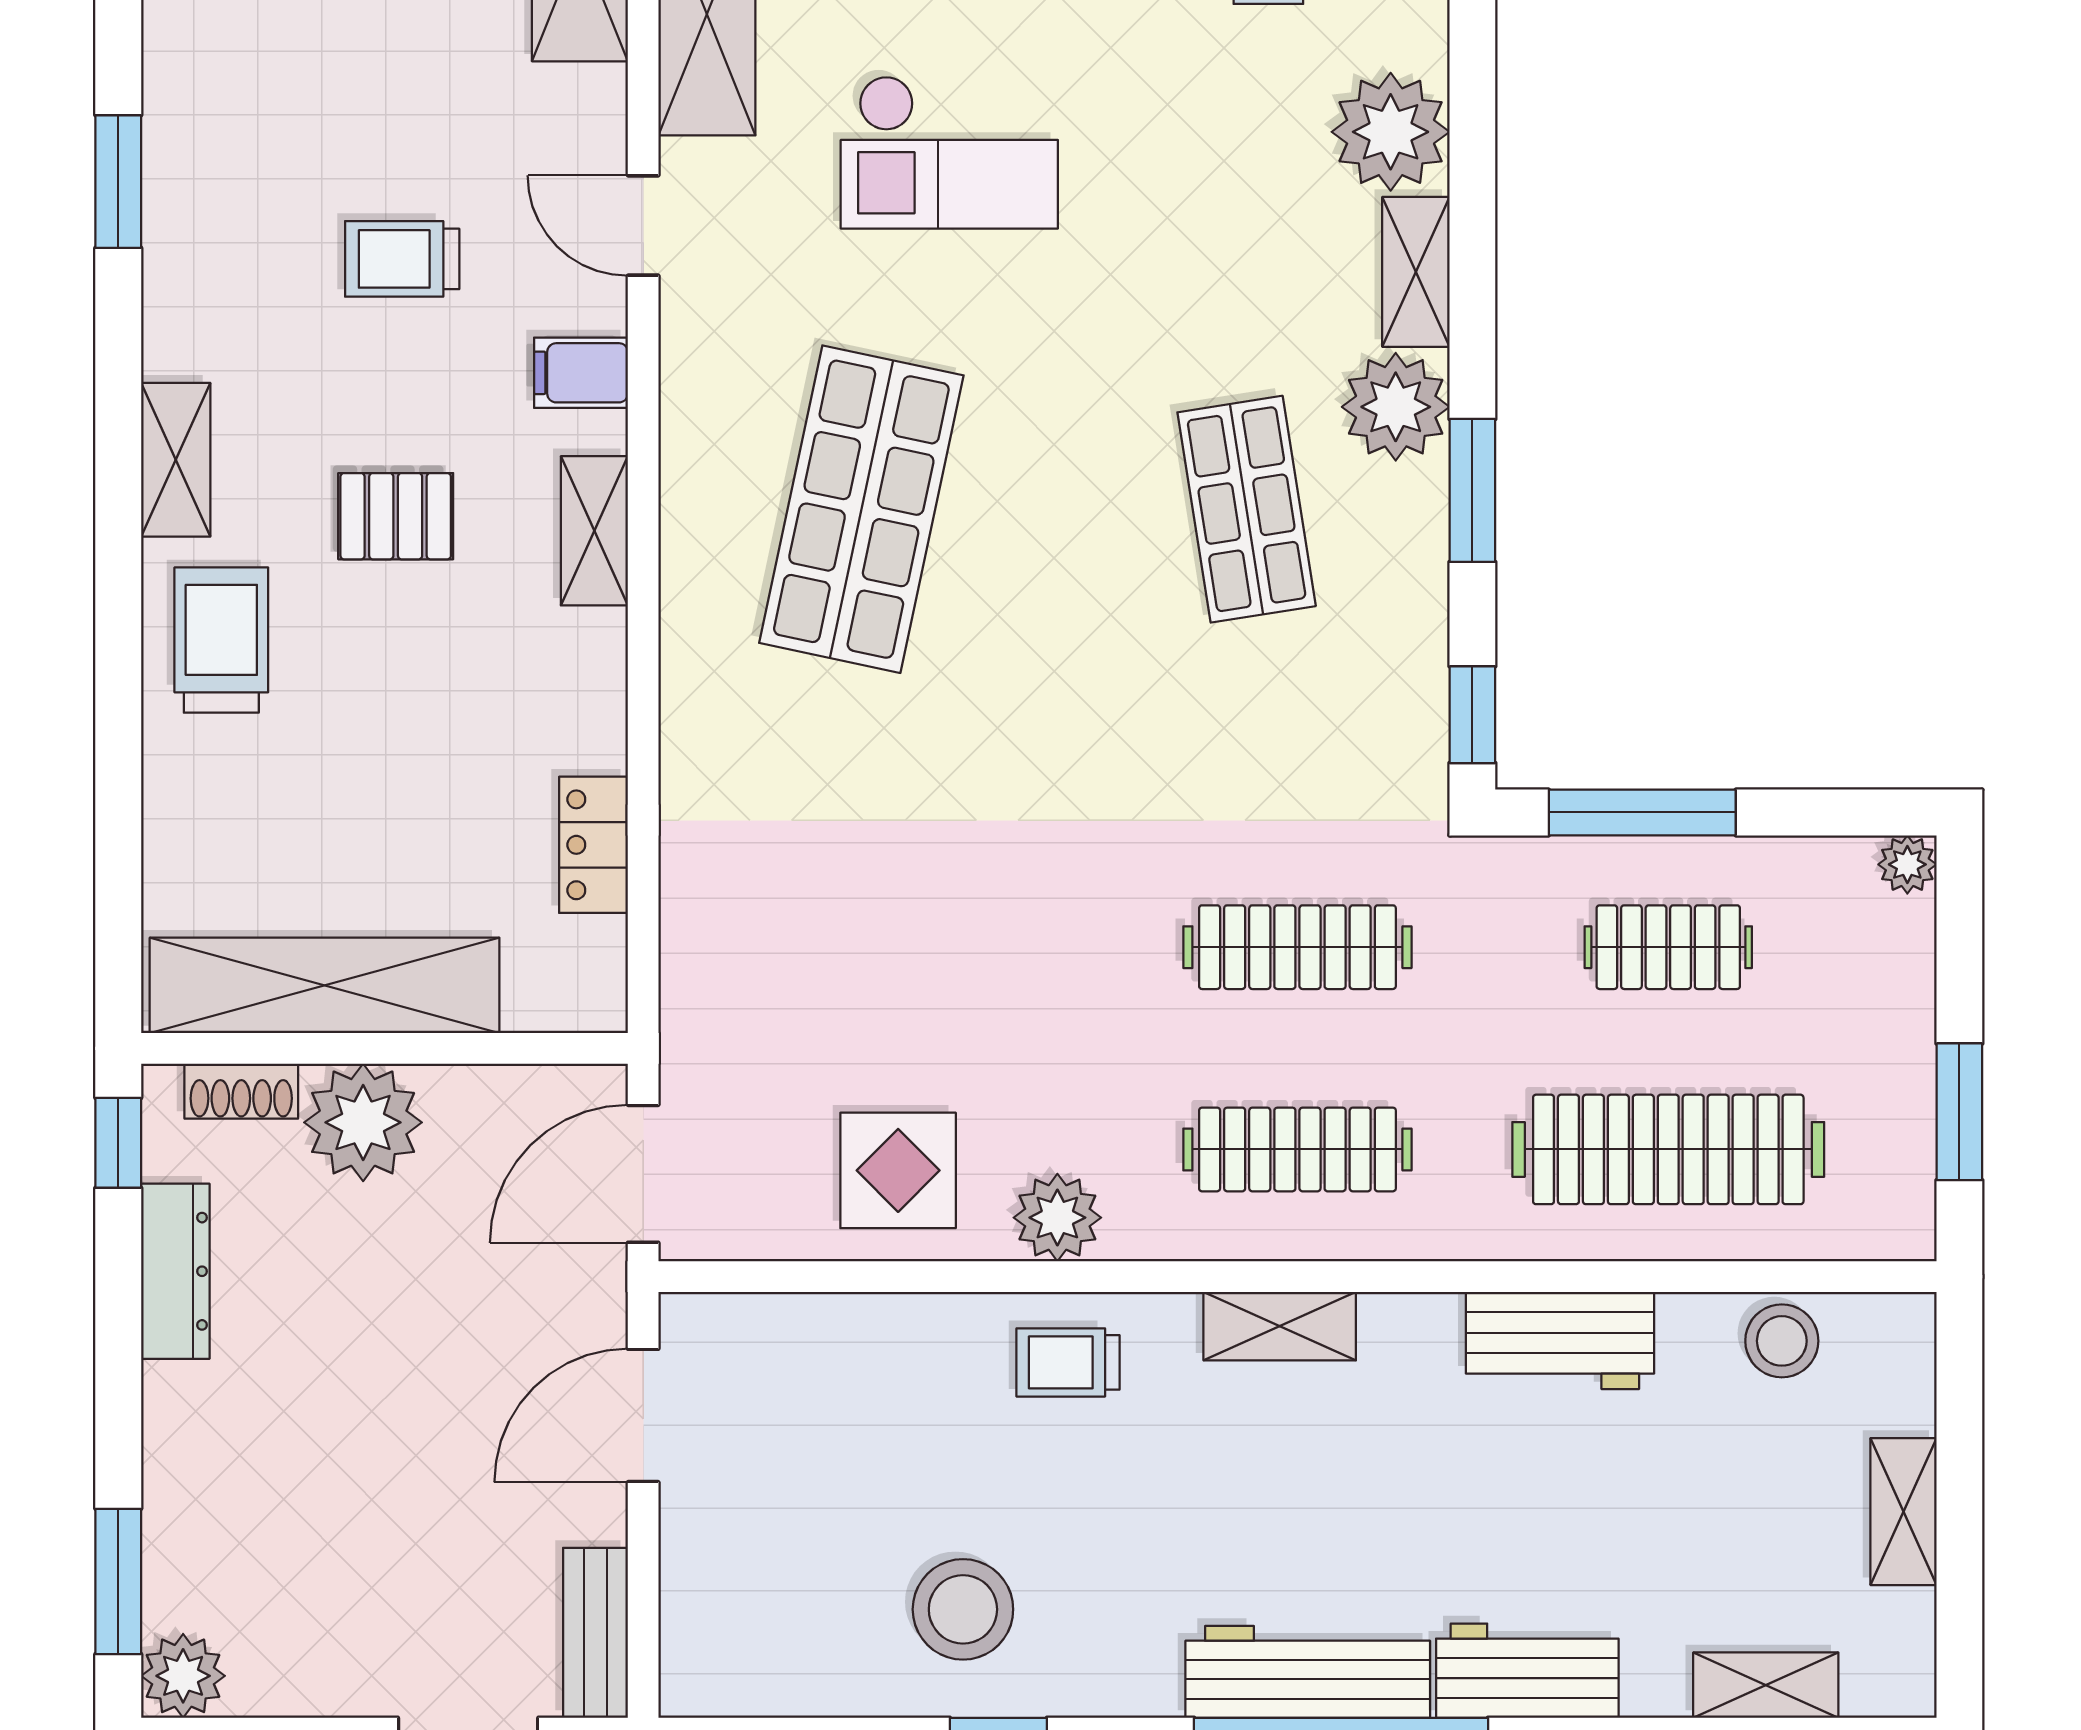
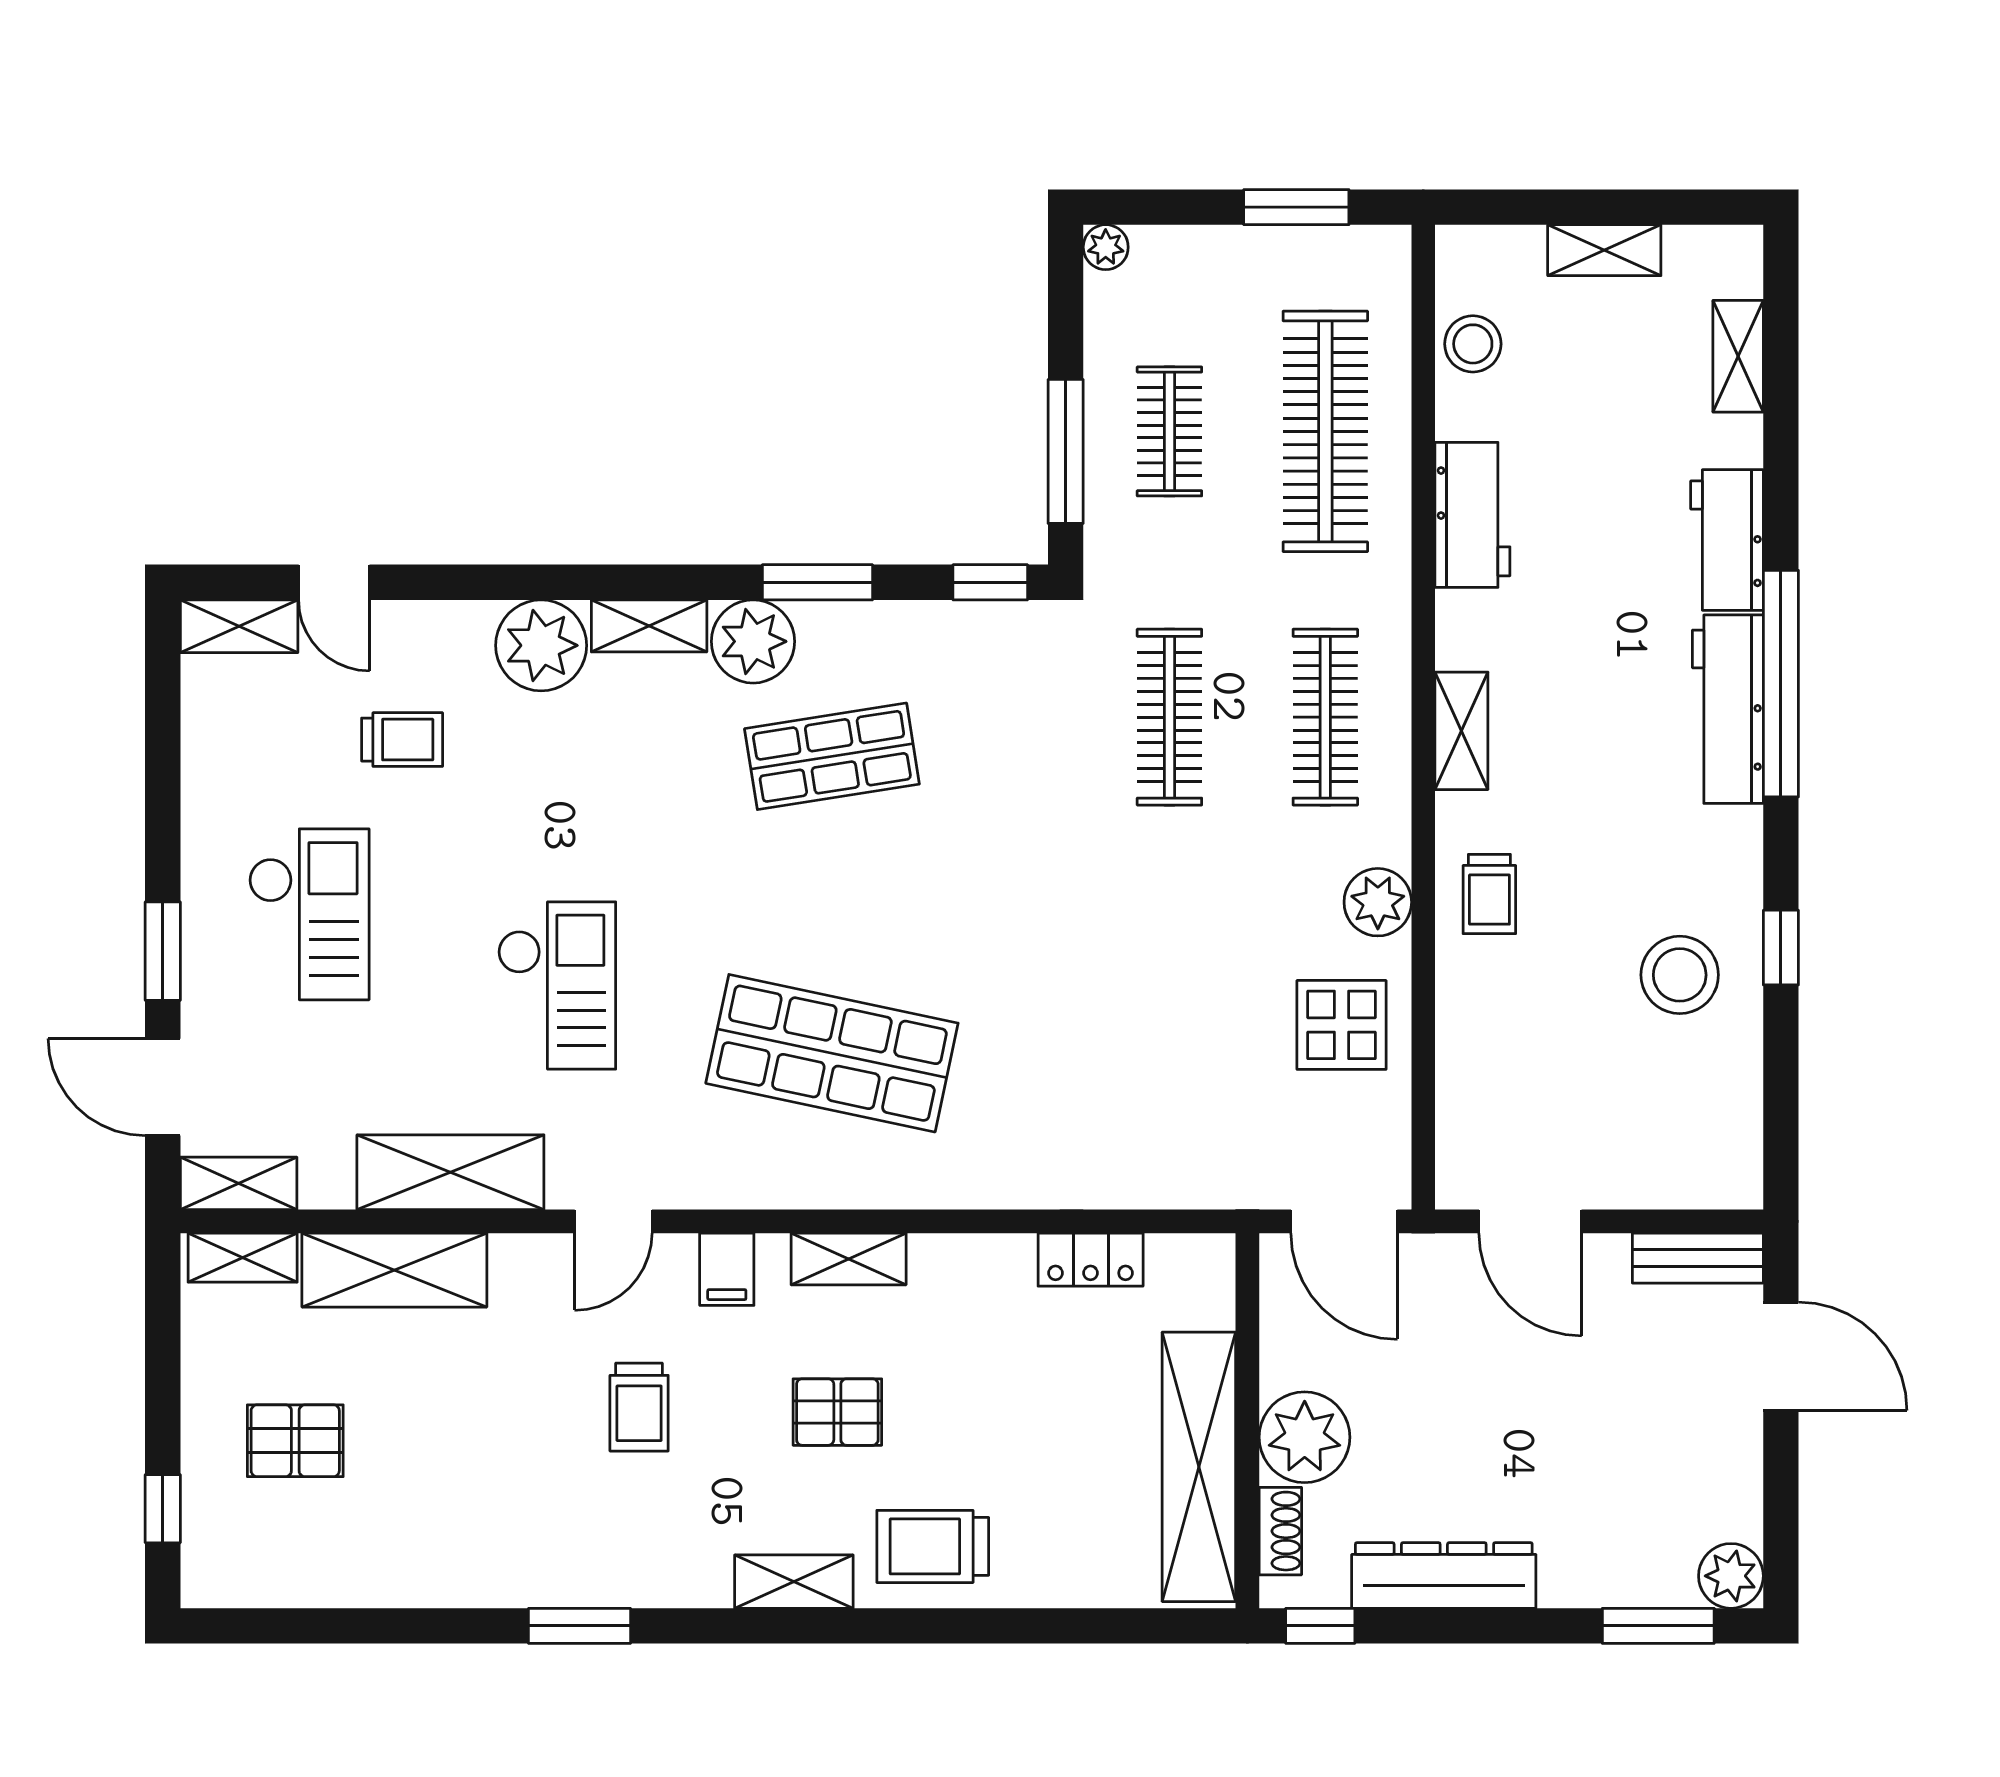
pallet: (396, 516) -> (837, 1412), turned 90
dresser: (175, 1271) -> (1444, 1575), width x1.37, depth x1.24

